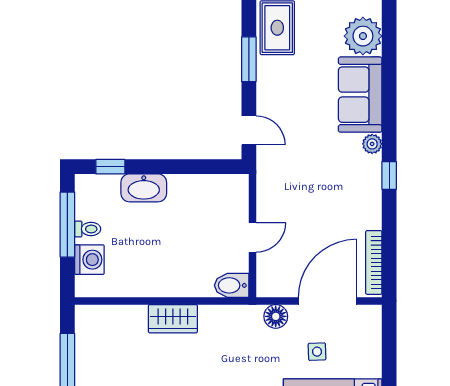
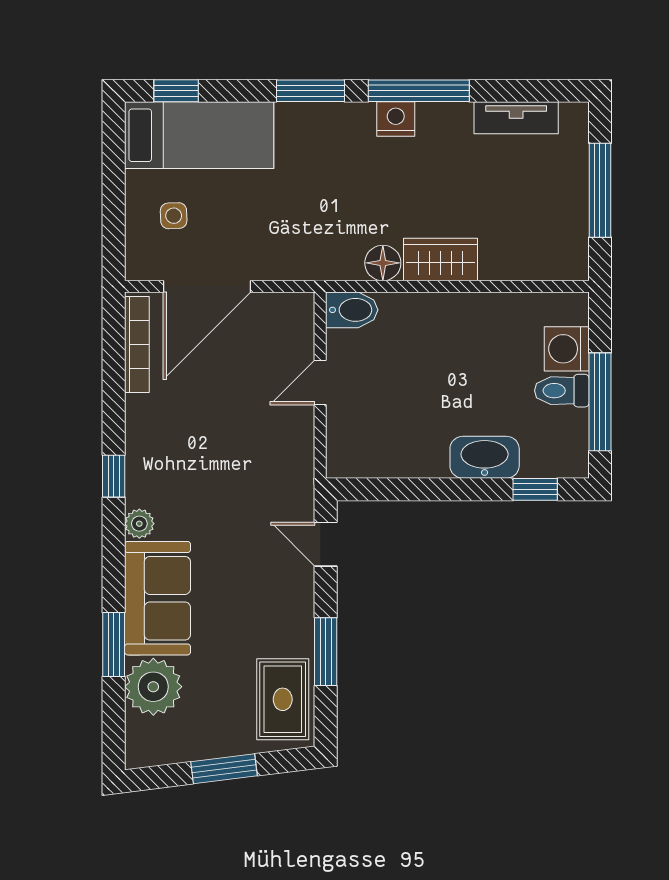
window: (389, 64) -> (114, 645), added
toilet: (88, 229) -> (562, 391), width x1.37, depth x1.39
floor lamp: (276, 316) -> (383, 263), moved
side table: (317, 352) -> (174, 216), moved

